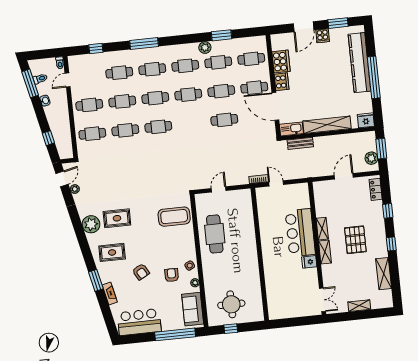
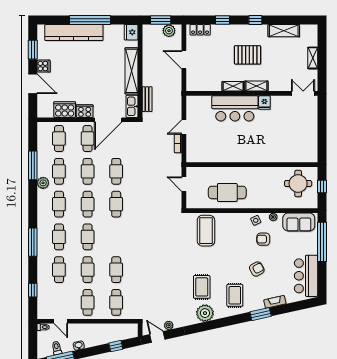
window: (222, 35) -> (33, 165), width x1.44
cafe table: (158, 127) -> (116, 204), moved
wall: (260, 254) -> (252, 165), moved

